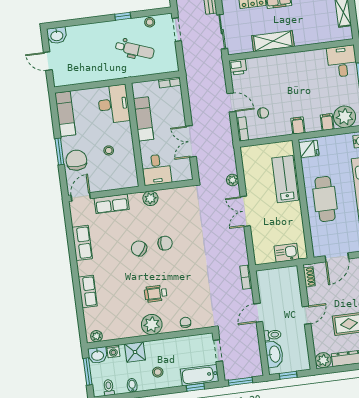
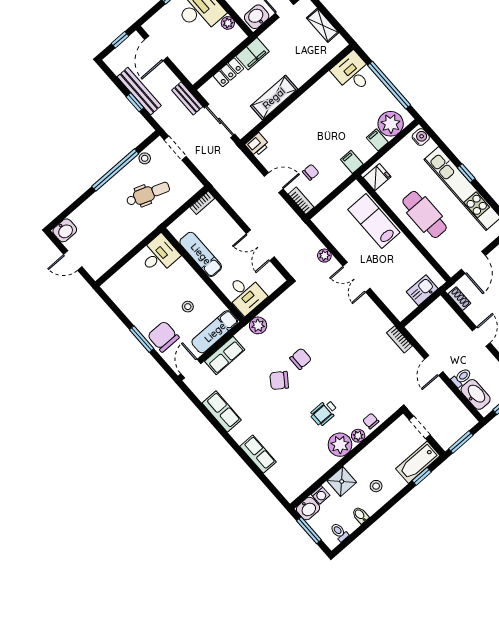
window: (123, 16) -> (115, 170), width x3.17
desk: (114, 104) -> (159, 255), width x0.73
exam couch: (65, 114) -> (215, 332), moved, turned -90
plant: (96, 336) -> (358, 436), moved

